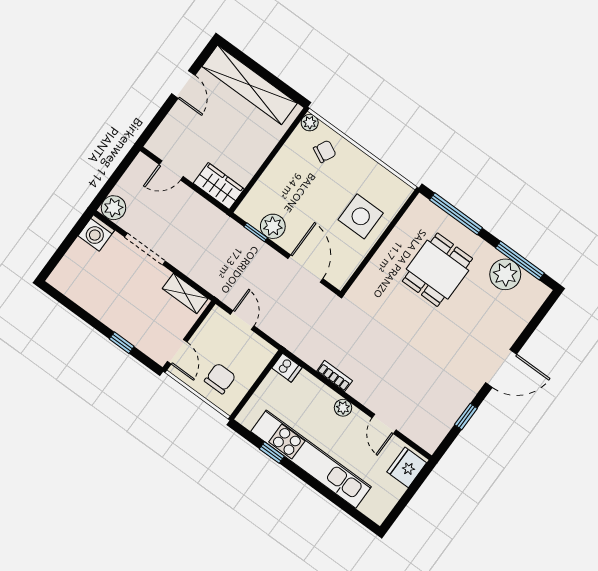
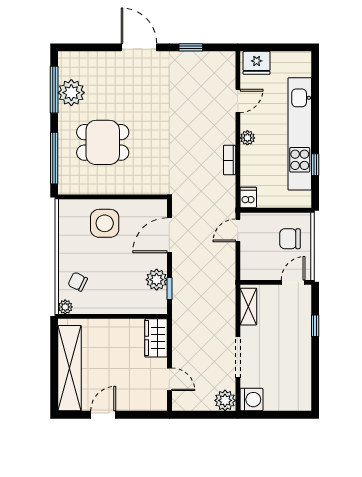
door: (242, 320) -> (238, 230), moved

